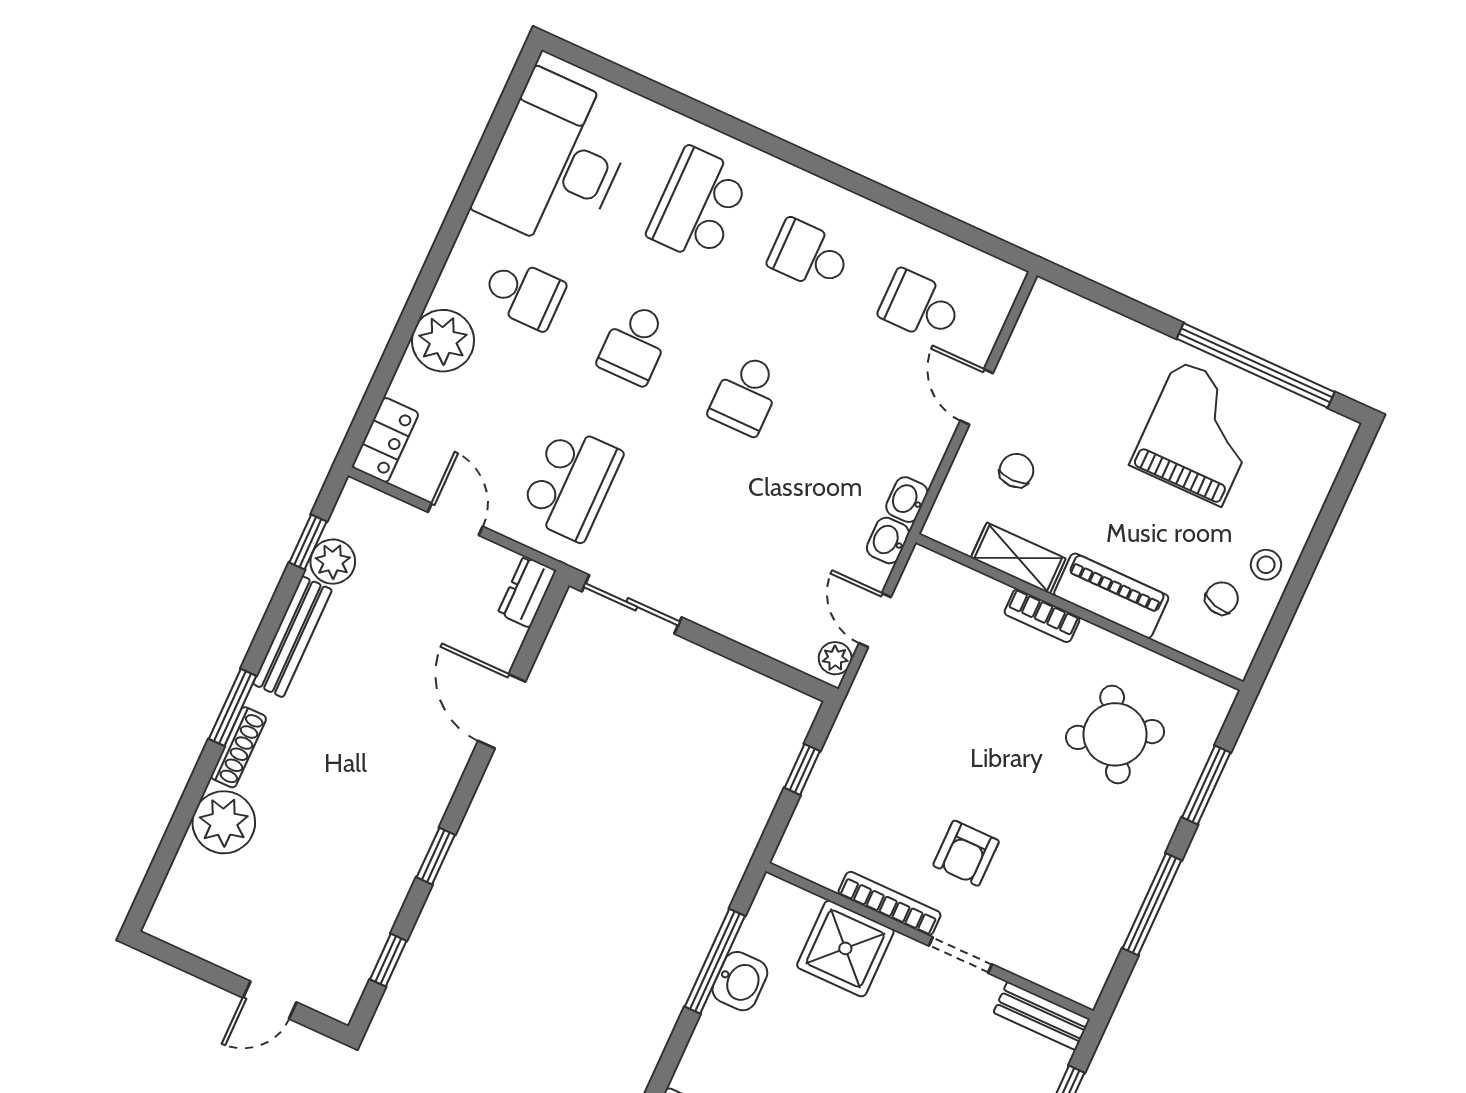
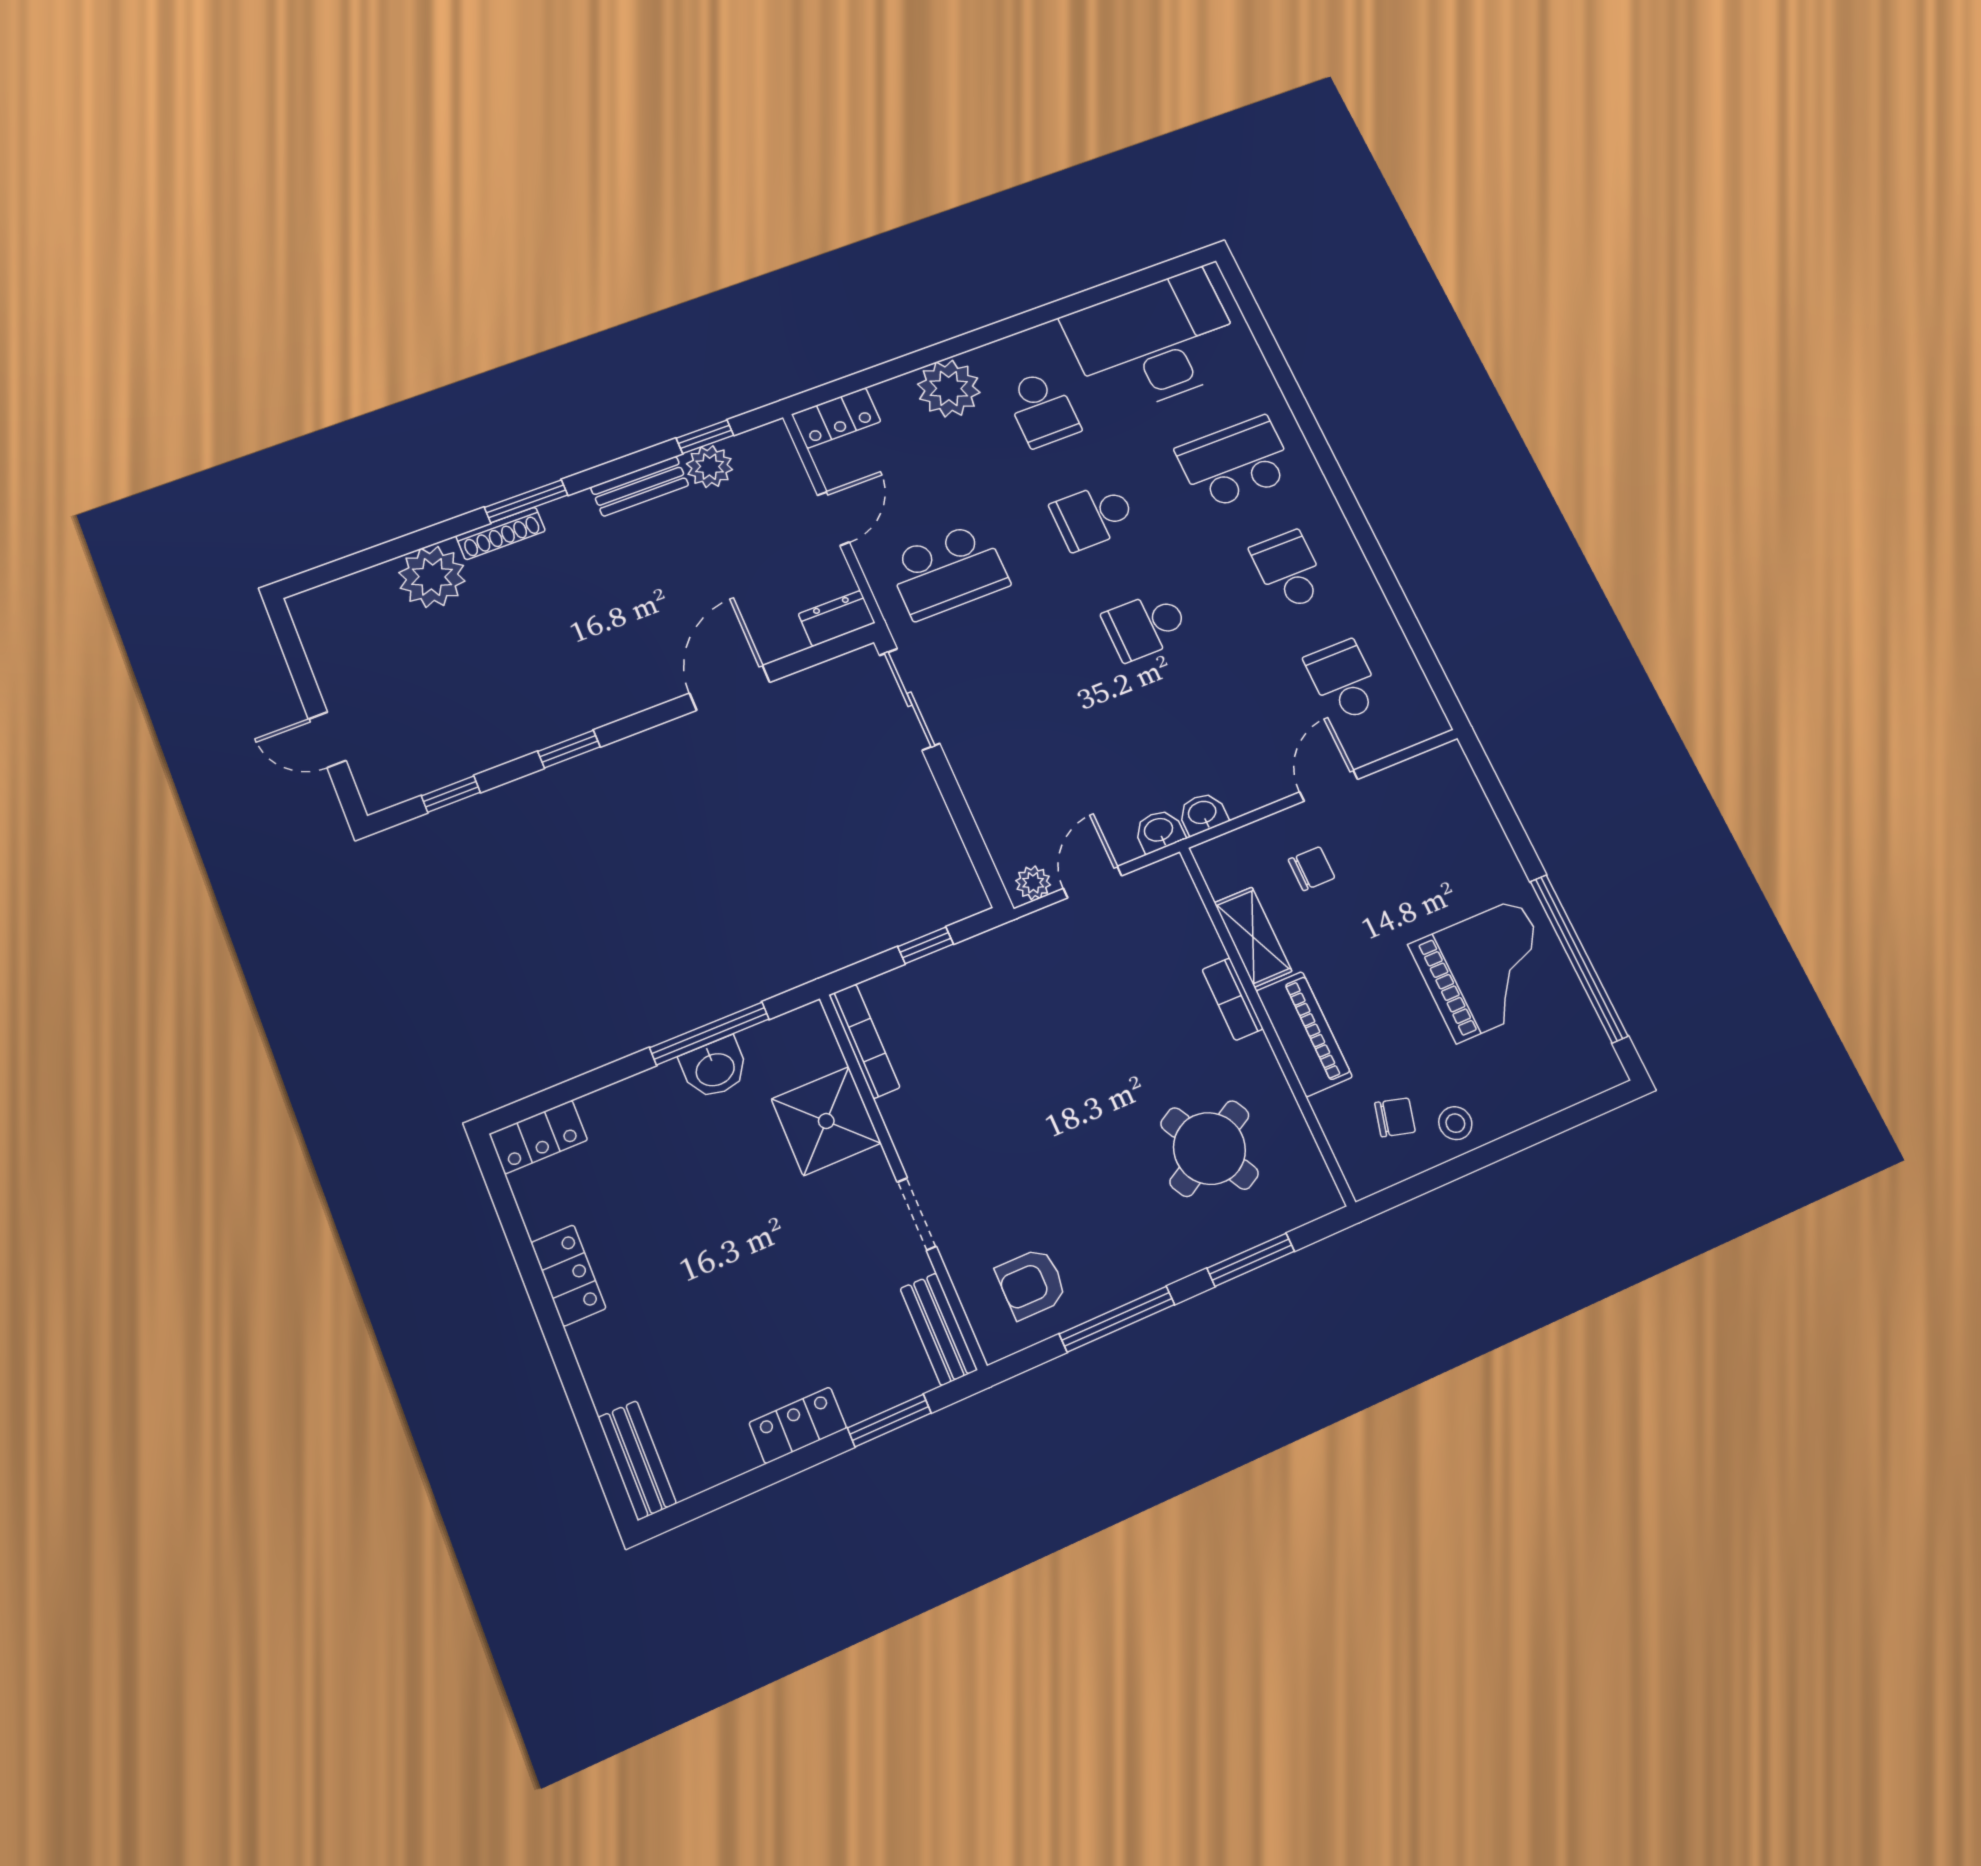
bench: (292, 637) -> (640, 486), width x0.73
armchair: (966, 853) -> (1031, 1283), moved
bookcase: (890, 904) -> (864, 1041), moved

